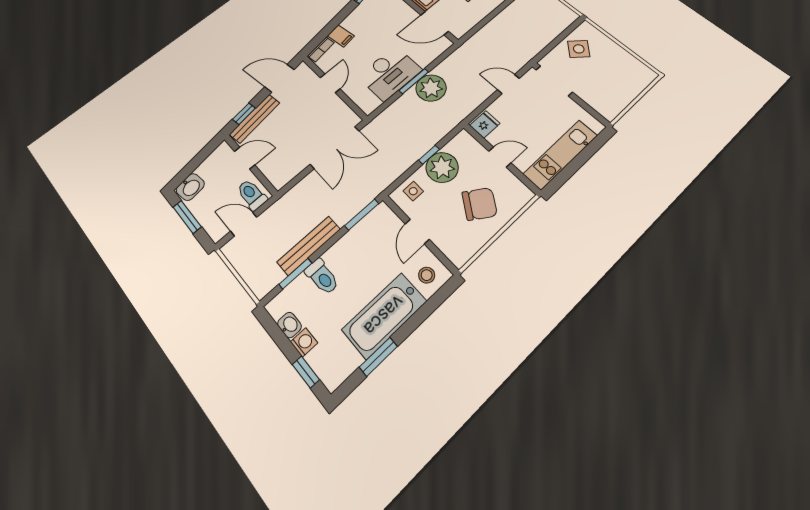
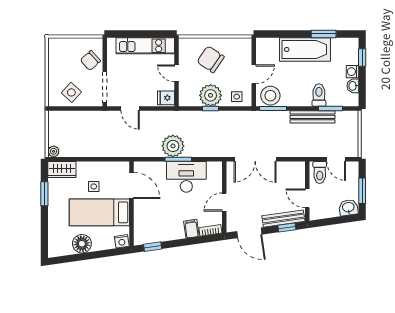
chair: (596, 92) -> (90, 61), added
double door: (335, 148) -> (255, 159), swing flipped
stool: (427, 275) -> (270, 96), moved, width x1.89, depth x1.89

